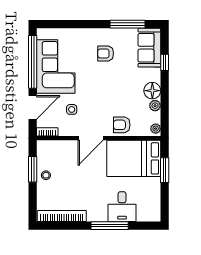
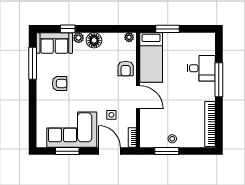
armchair: (106, 53) -> (60, 83), turned -90
window: (33, 62) -> (67, 151), width x0.47
plant: (155, 106) -> (79, 38), moved
bed: (134, 158) -> (151, 58), width x0.67

